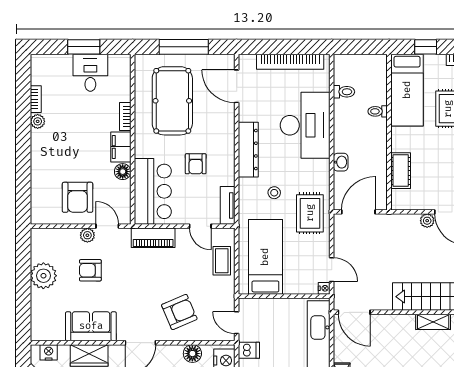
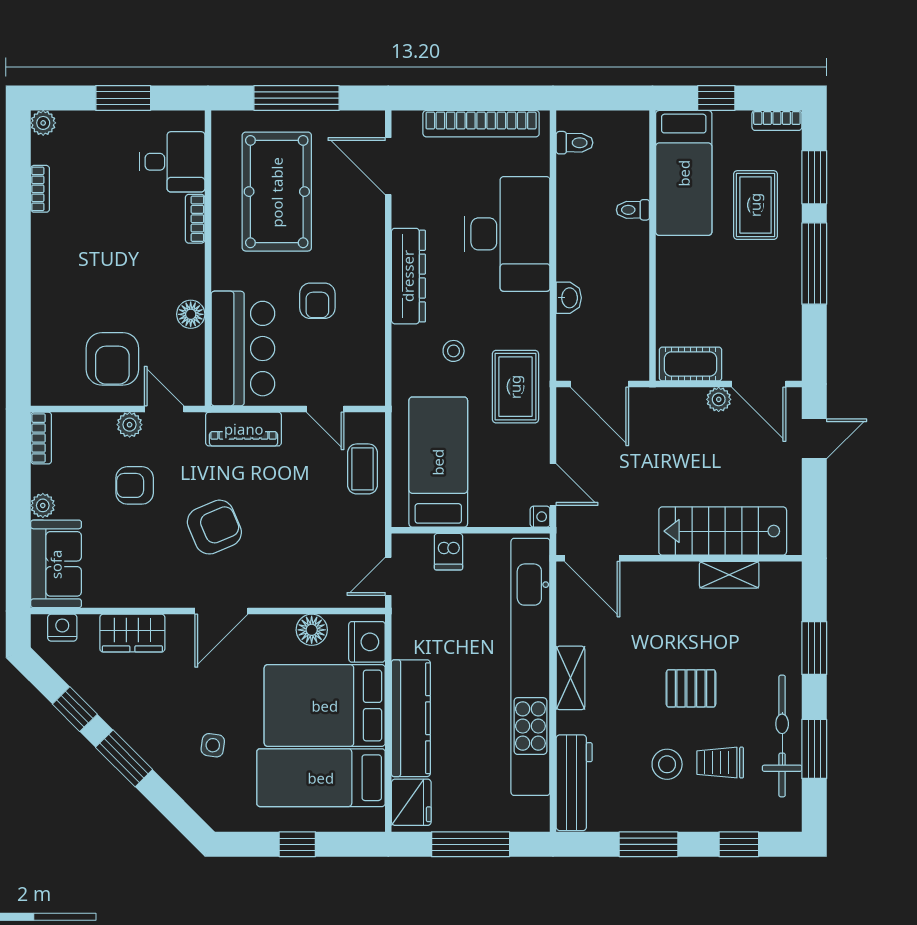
desk: (90, 73) -> (172, 162), moved, turned 90
toilet: (344, 92) -> (574, 143), moved
plant: (38, 121) -> (43, 123), moved
filing cabinet: (121, 147) -> (187, 272), removed
cot: (401, 171) -> (691, 364), moved, turned 90
tv unit: (228, 205) -> (373, 373), removed
door: (358, 212) -> (600, 384), swing flipped
bookcase: (36, 243) -> (41, 438), added
plant: (43, 276) -> (43, 505), width x0.53, depth x0.53
armchair: (179, 312) -> (214, 527), moved
door: (237, 323) -> (388, 576), hinge flipped
sofa: (91, 326) -> (56, 564), moved, turned 90
dishwasher: (249, 350) -> (448, 552), moved, turned 90

